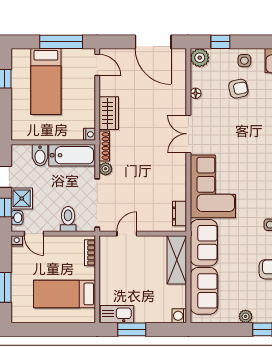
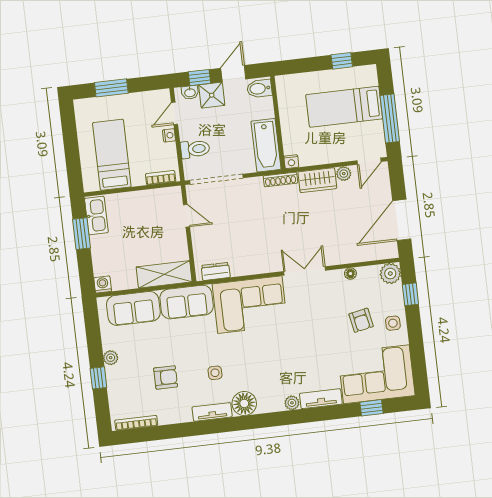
bidet: (40, 155) -> (259, 89), moved
plant: (106, 169) -> (344, 174), moved
nightstand: (17, 241) -> (169, 135), moved

